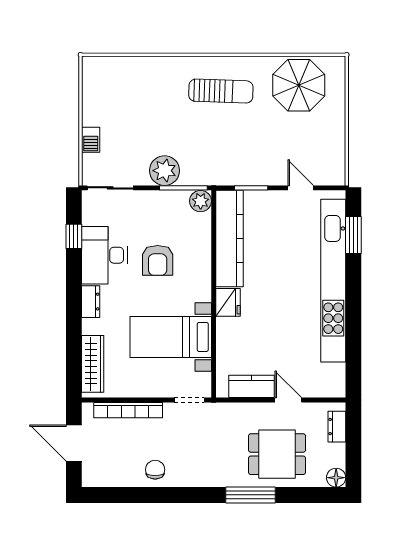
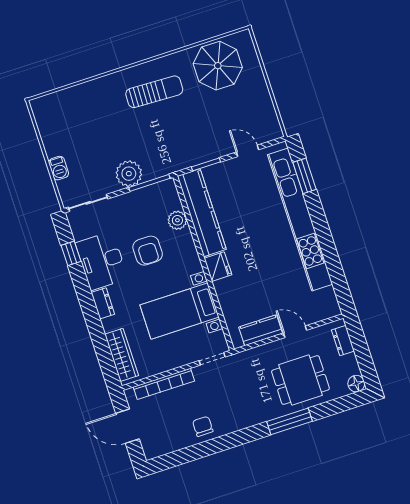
plant: (201, 201) -> (177, 220), moved

